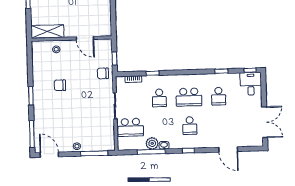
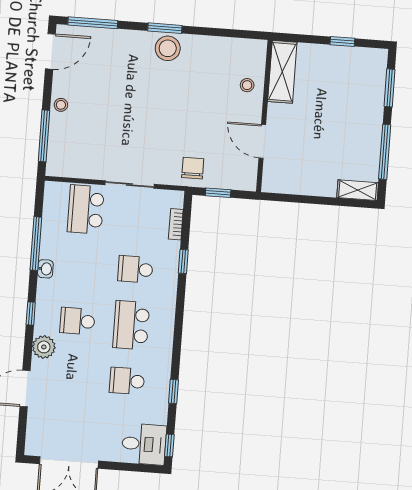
door: (85, 38) -> (262, 141), hinge flipped
chair: (60, 85) -> (179, 85), removed
stool: (41, 93) -> (168, 48), added
plant: (152, 143) -> (44, 347), moved

